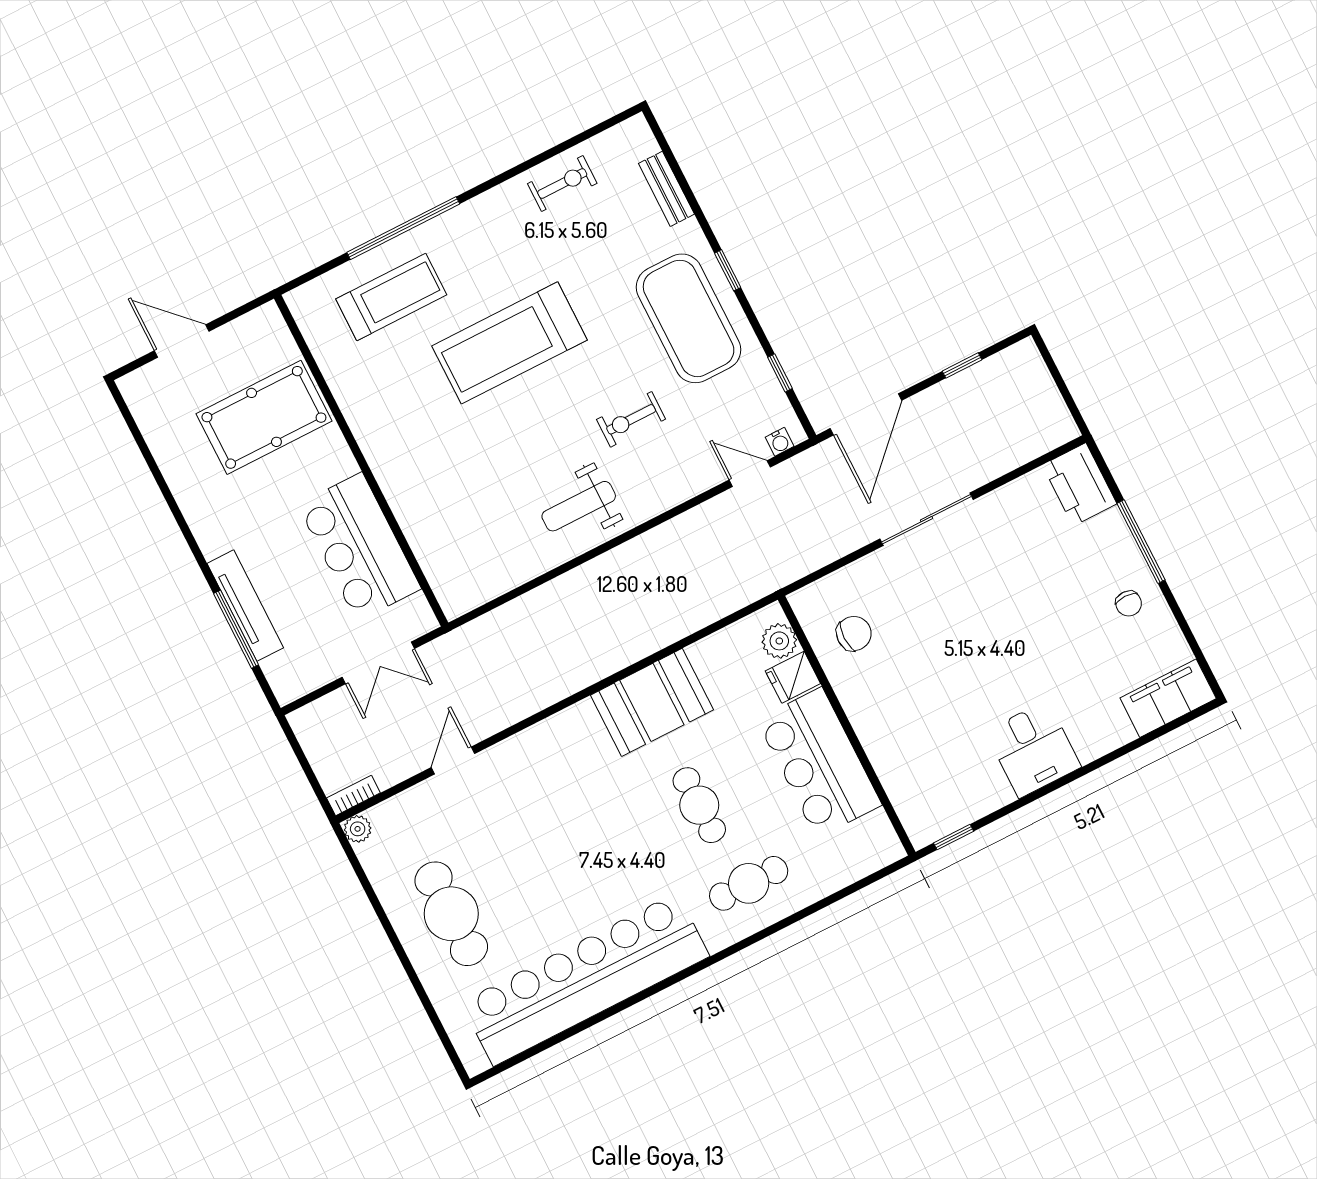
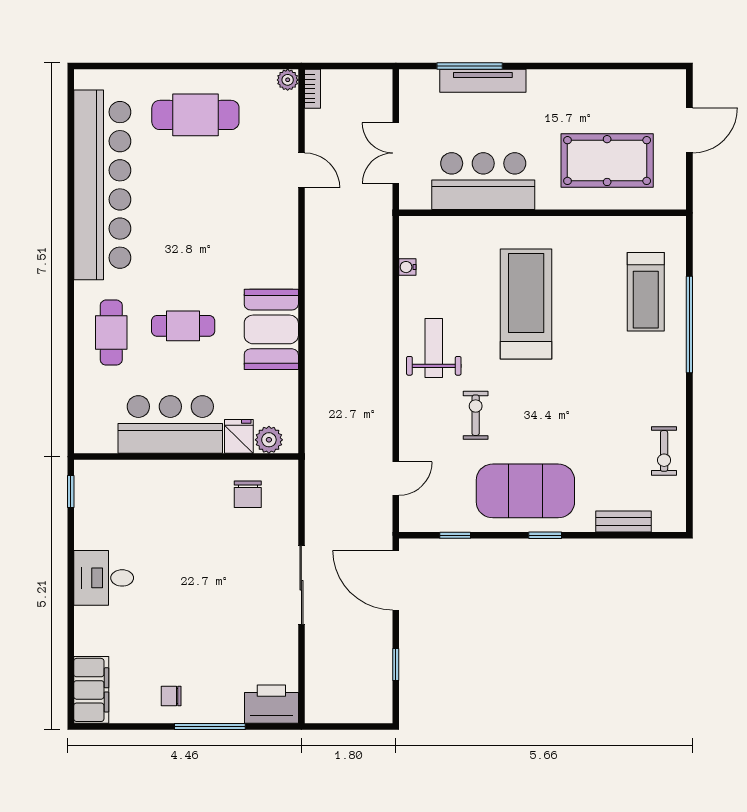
treadmill: (510, 343) -> (526, 304), moved
pool table: (264, 417) -> (607, 161), turned 90
water cooler: (780, 442) -> (407, 267), moved

